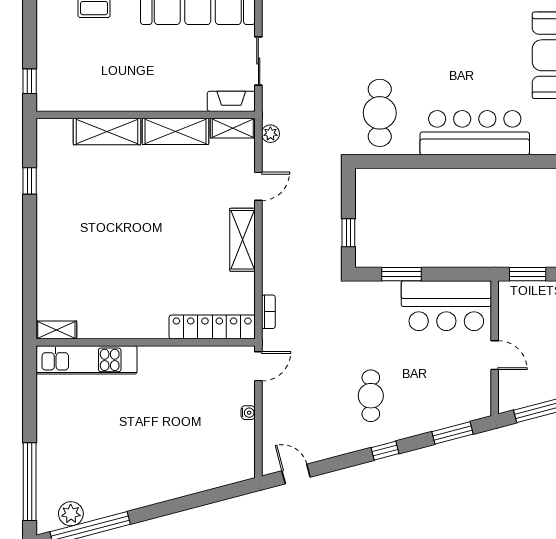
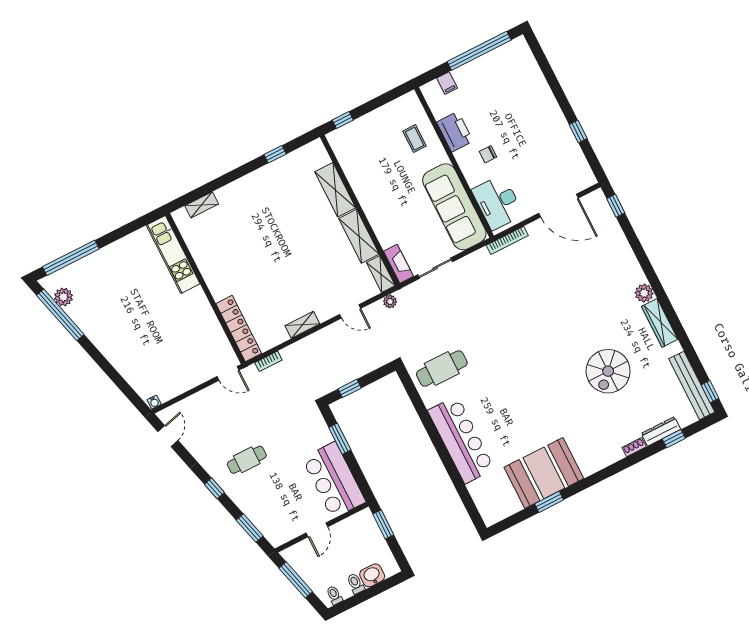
shelving: (242, 240) -> (302, 325), width x0.67, depth x0.75
shelving: (56, 330) -> (202, 205), moved, turned 90
water cooler: (248, 413) -> (154, 402), moved

